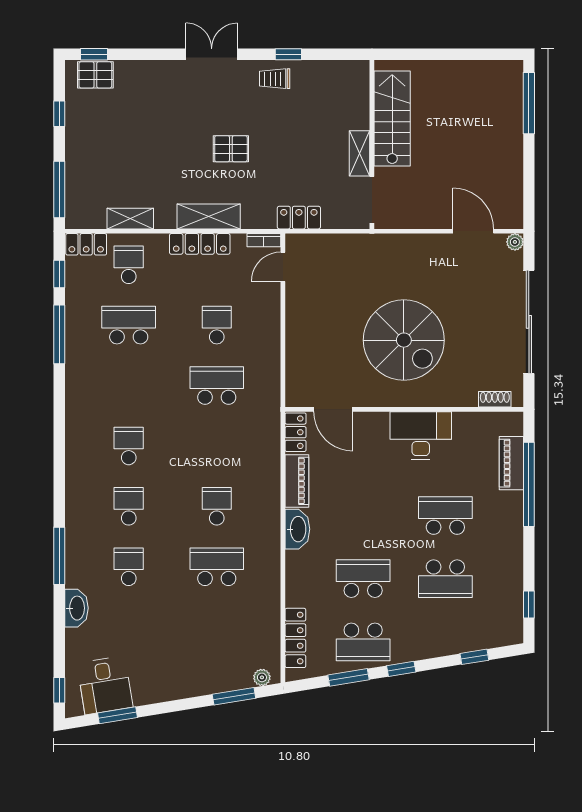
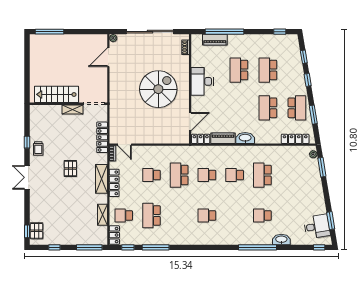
locker: (299, 218) -> (102, 137), width x1.53
school desk: (129, 506) -> (207, 175), moved
window: (59, 556) -> (257, 247), width x1.46
school desk: (445, 579) -> (268, 70), turned 180
window: (401, 669) -> (308, 80), moved

